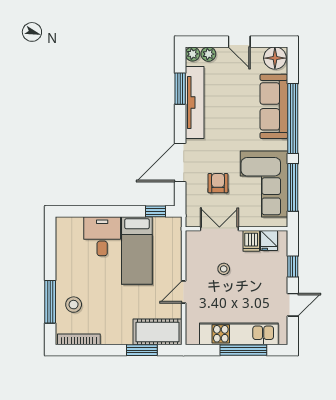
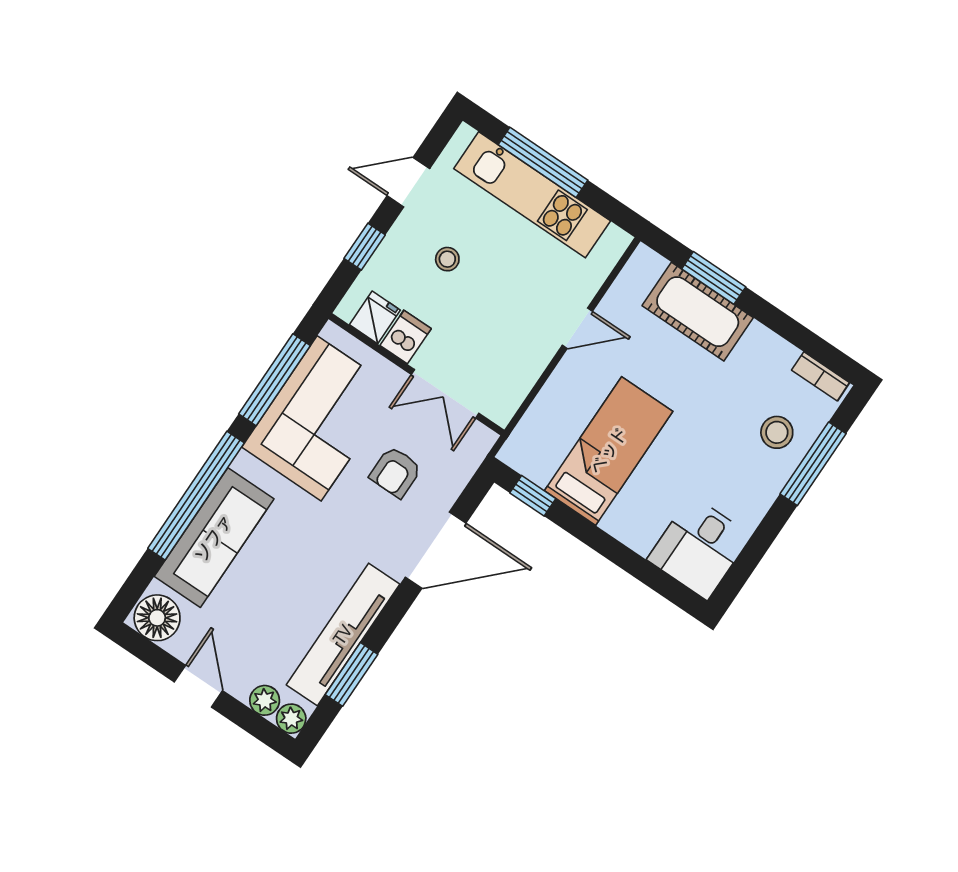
desk: (102, 236) -> (699, 547), moved
stool: (224, 269) -> (447, 259), moved
cot: (157, 332) -> (698, 312), moved
bookcase: (79, 339) -> (821, 376), width x0.64

